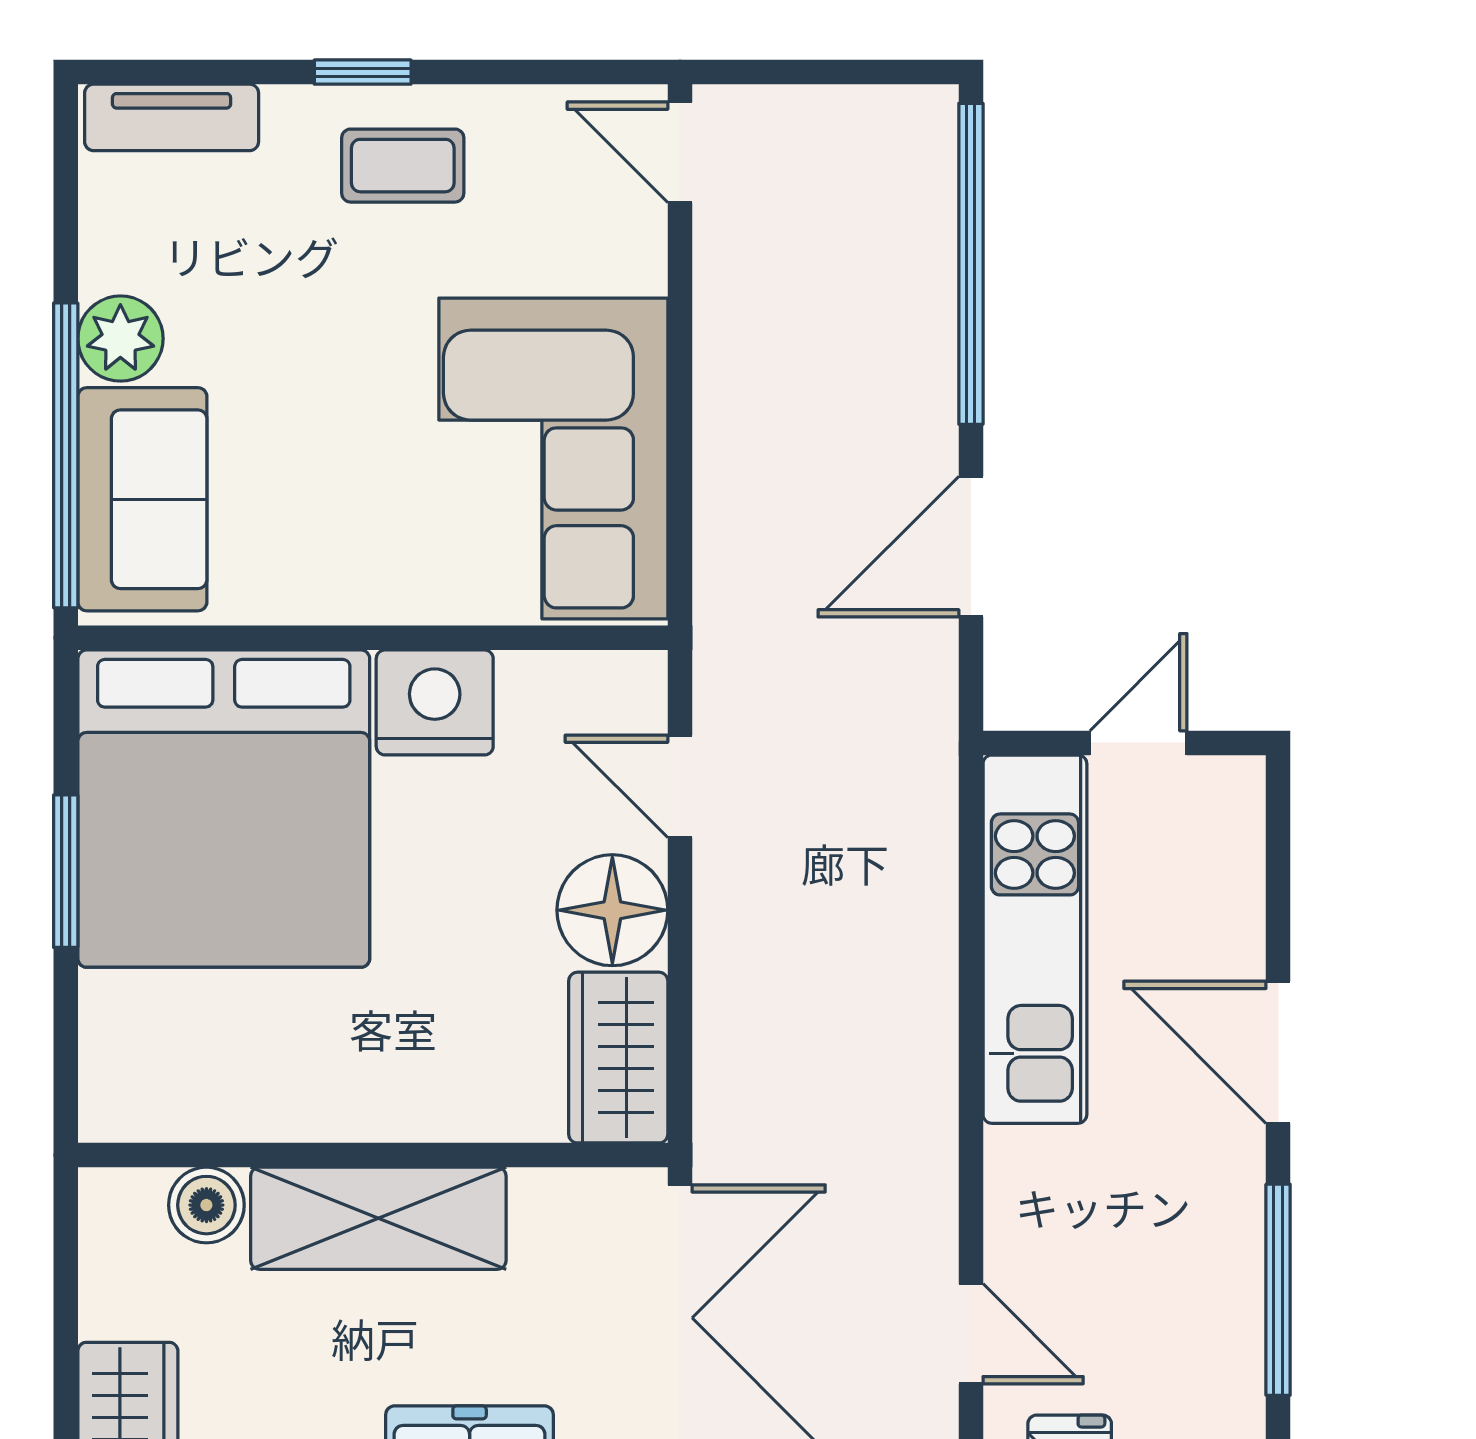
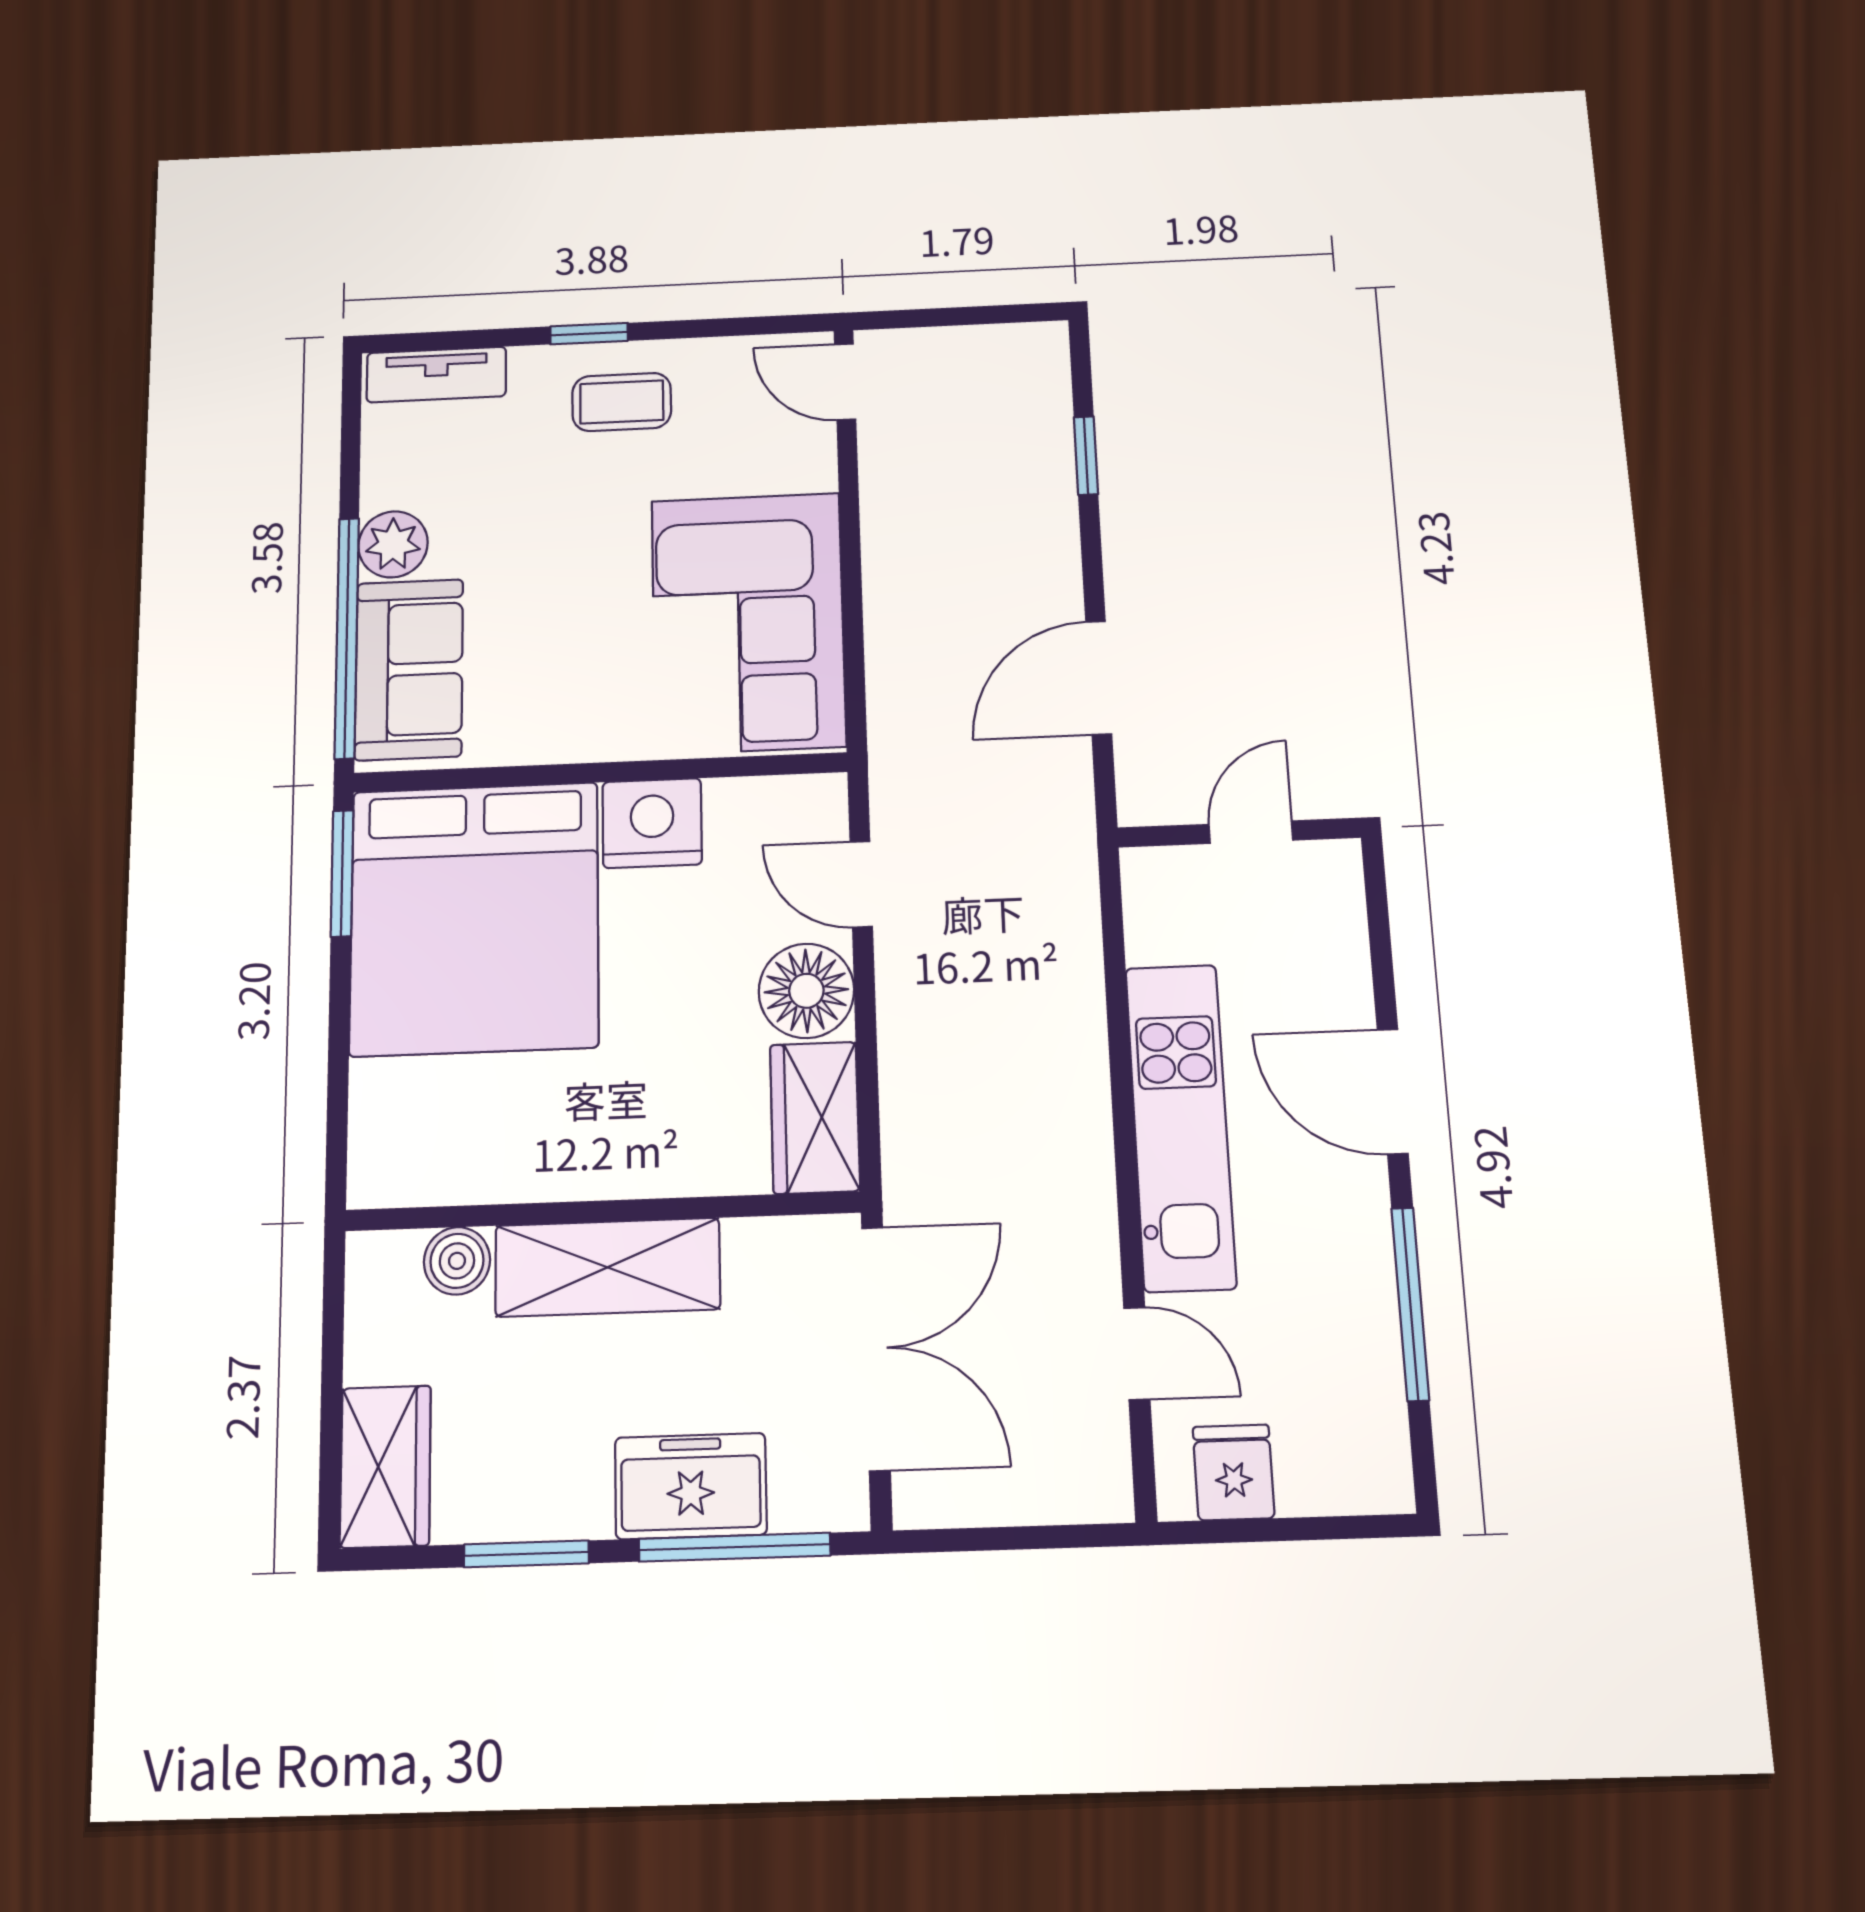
window: (971, 264) -> (1086, 456), width x0.32
window: (66, 871) -> (342, 873), moved
kitchen unit: (1035, 939) -> (1180, 1126), moved

